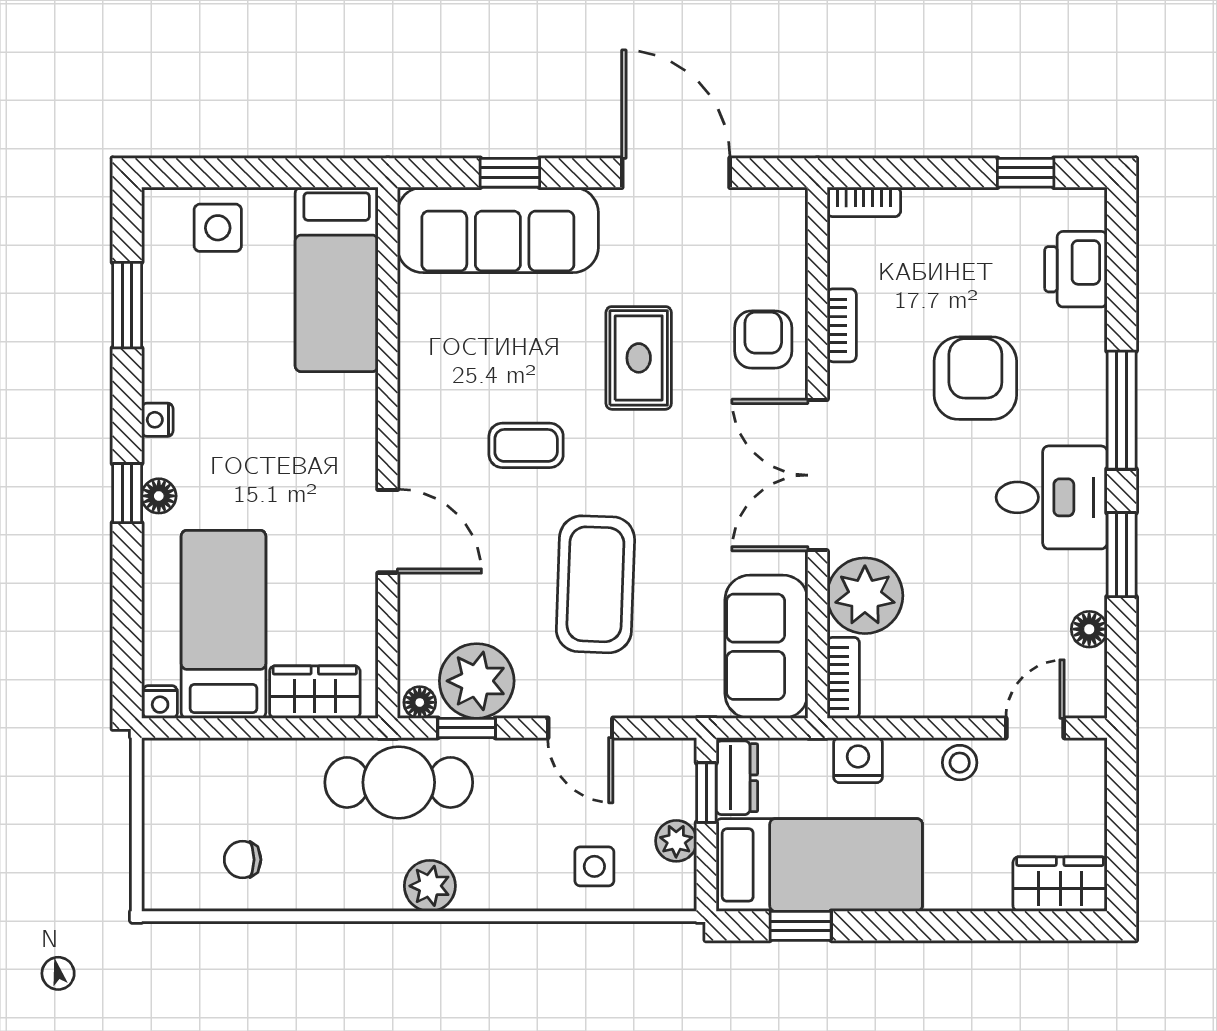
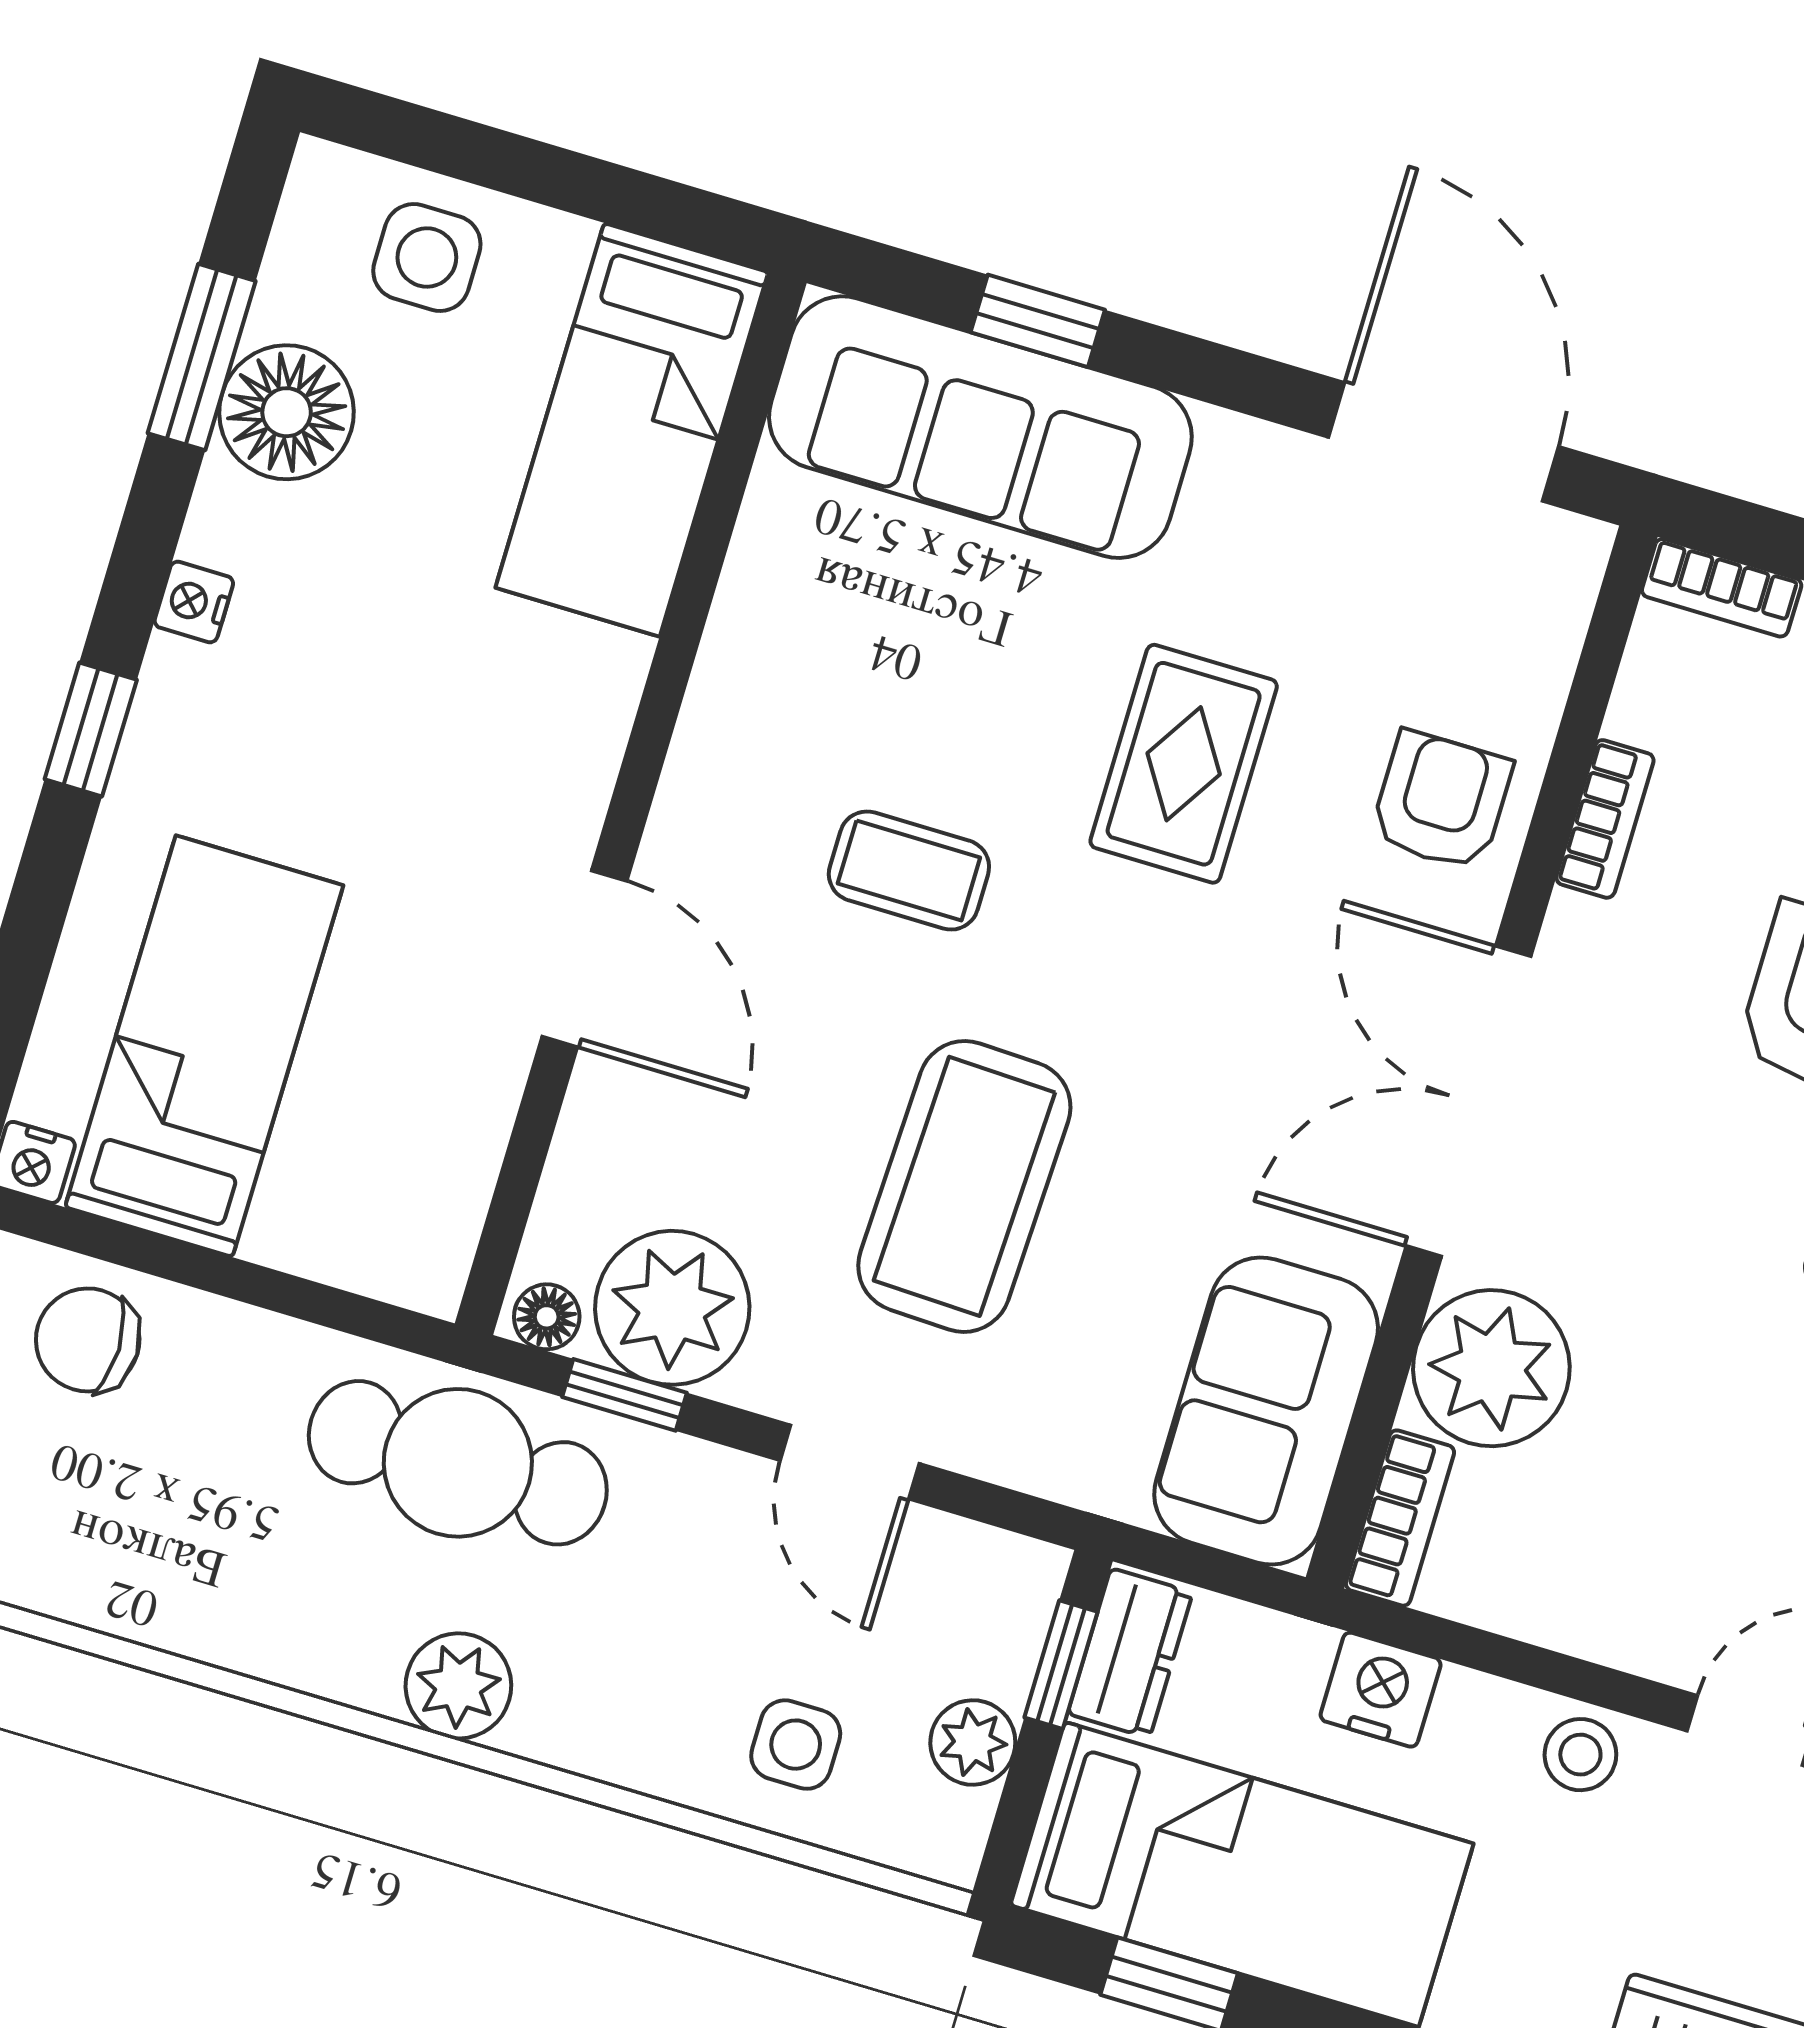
door: (676, 173) -> (1444, 442), moved
floor lamp: (159, 496) -> (287, 412), moved, width x1.89, depth x1.89
wardrobe: (315, 692) -> (345, 1234), removed
chair: (243, 860) -> (88, 1340), moved, width x1.37, depth x1.37

